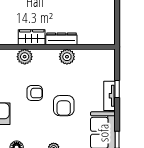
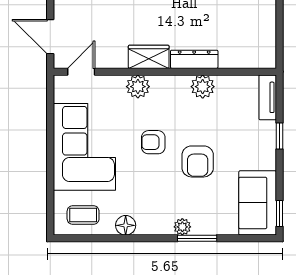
armchair: (35, 93) -> (153, 142), turned 180
tv unit: (109, 96) -> (268, 97), moved

